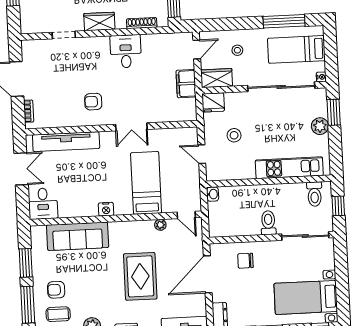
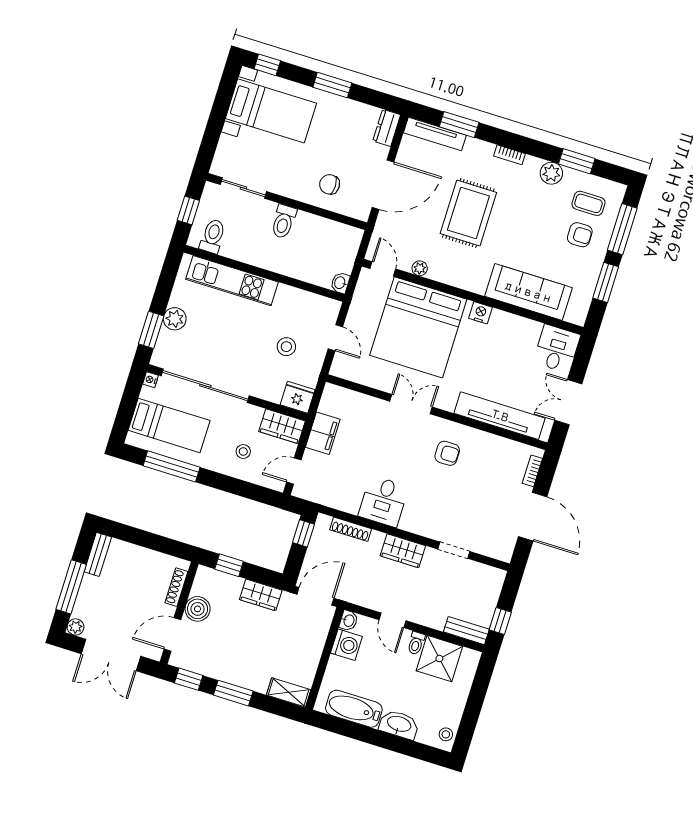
bed: (146, 183) -> (418, 327), width x2.04
sliding door: (305, 236) -> (243, 188), width x0.73
chair: (245, 261) -> (330, 184), turned 180

